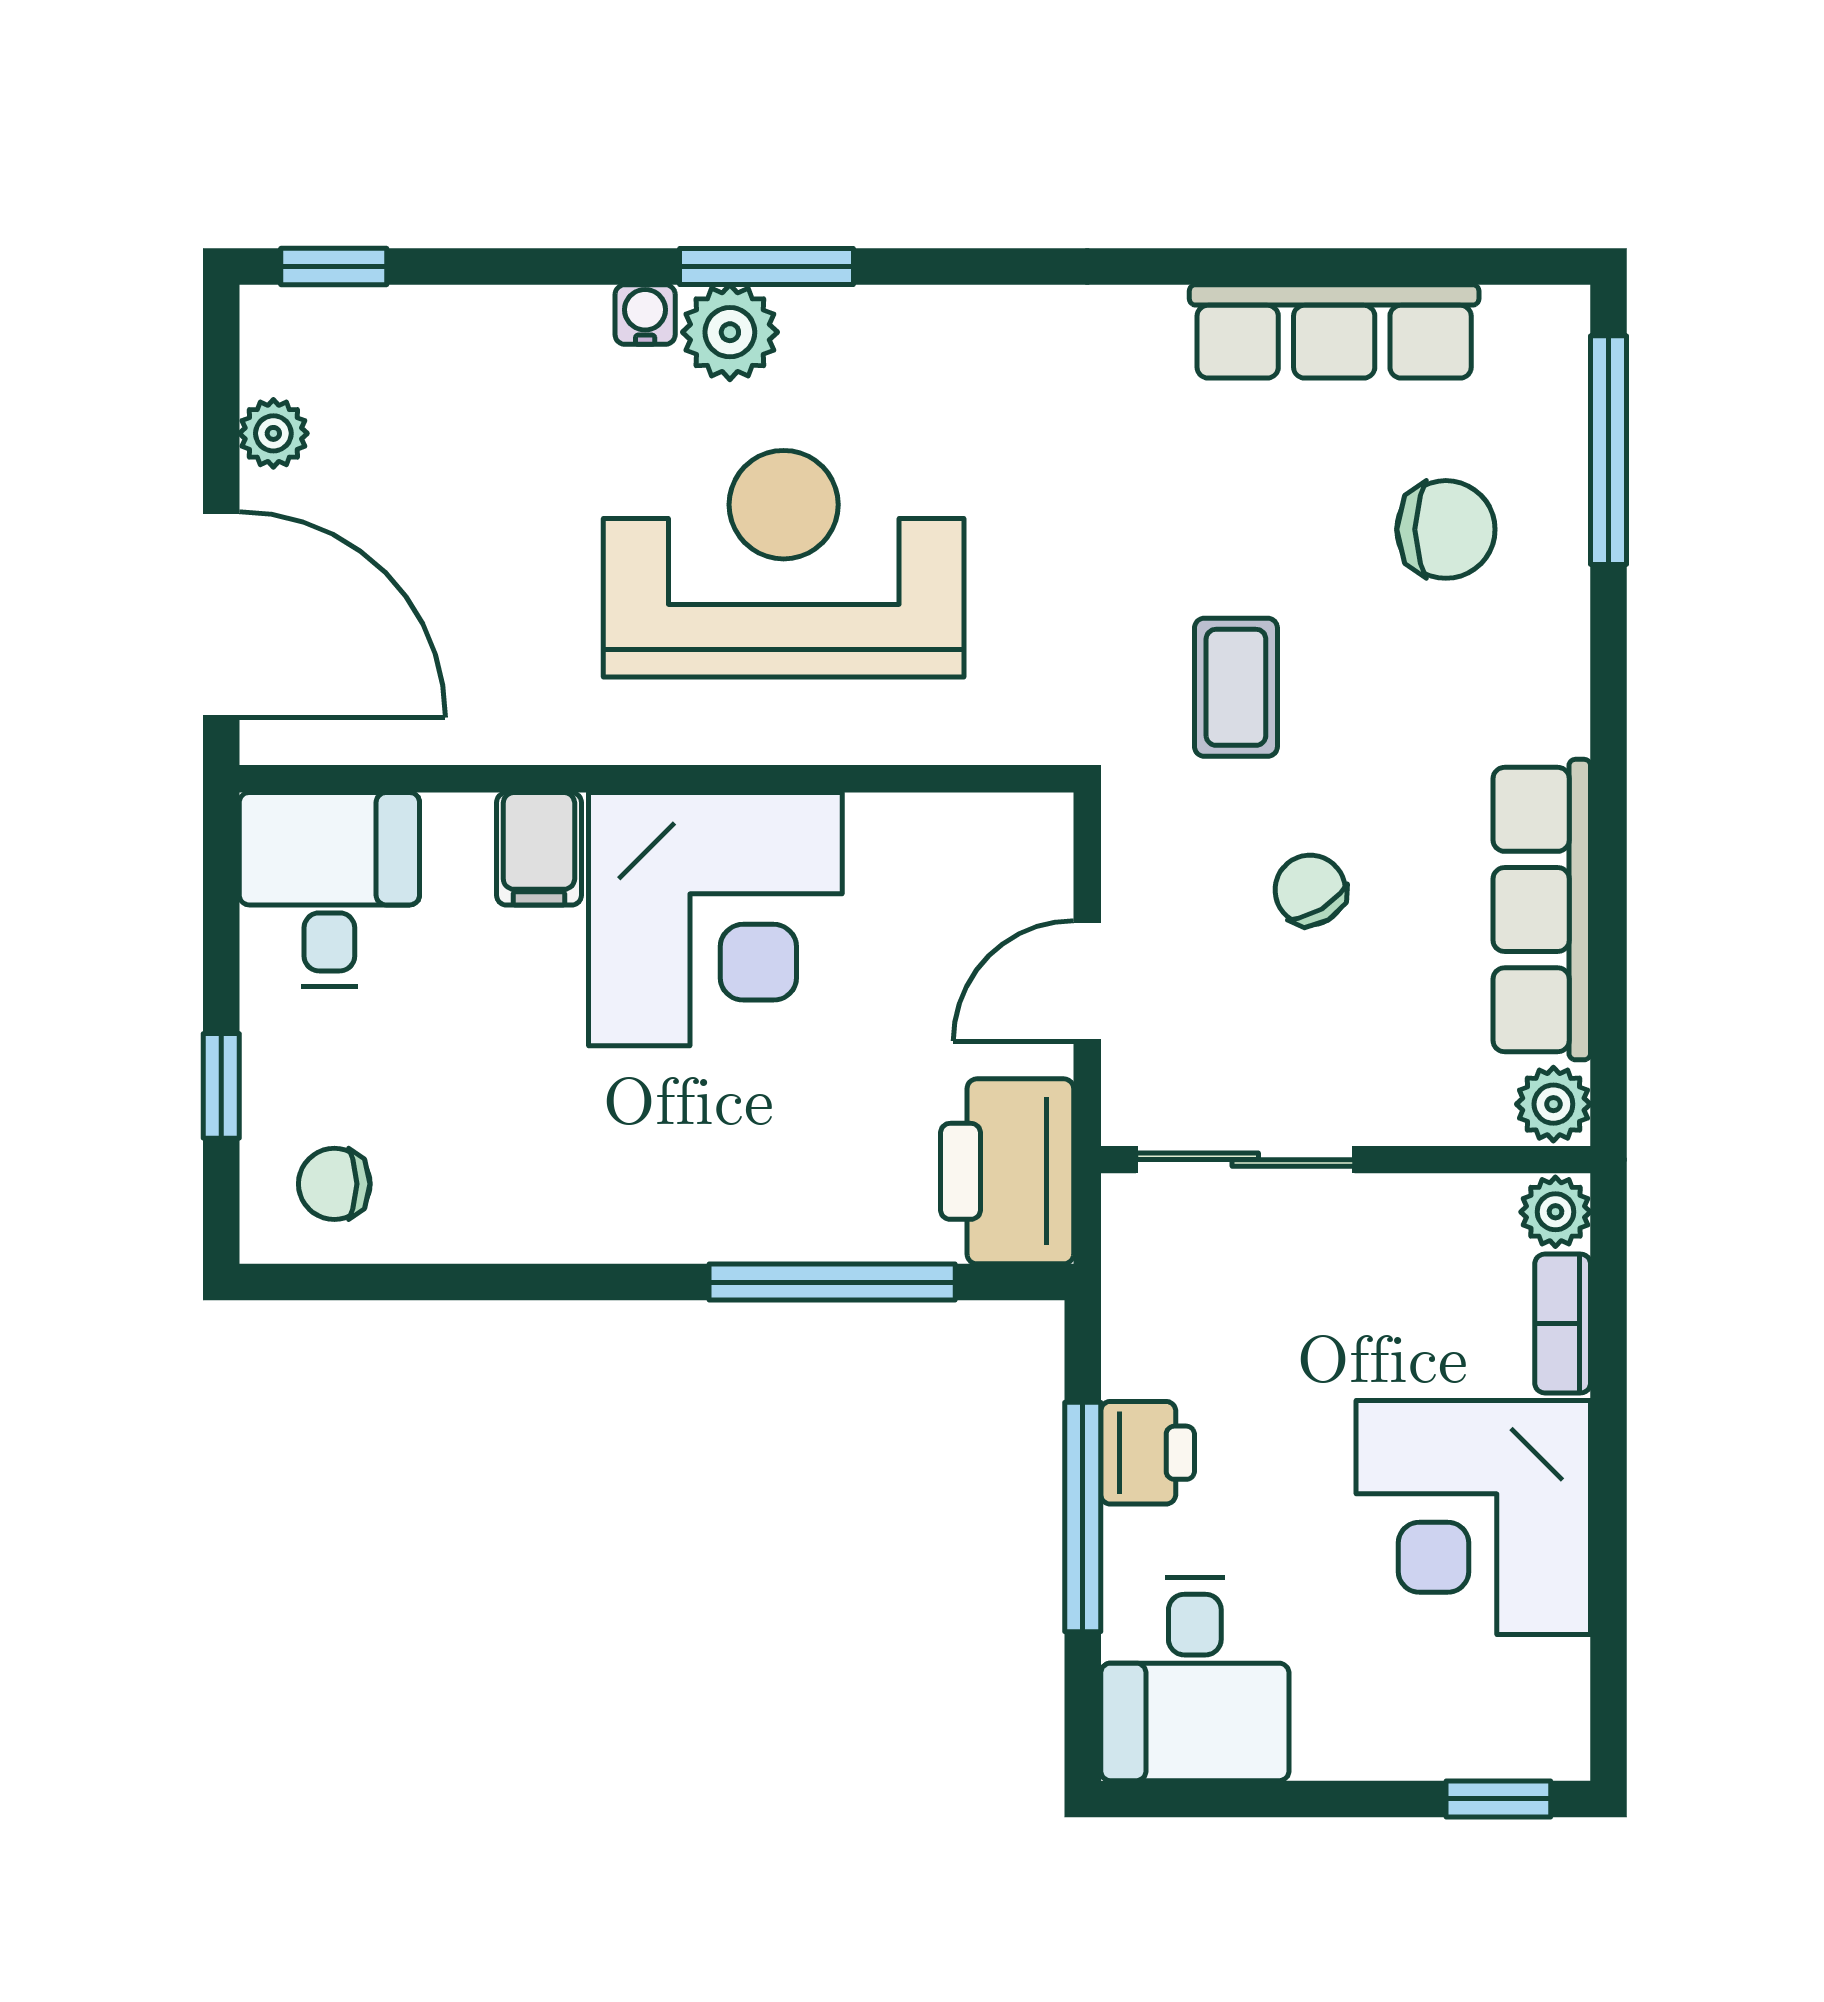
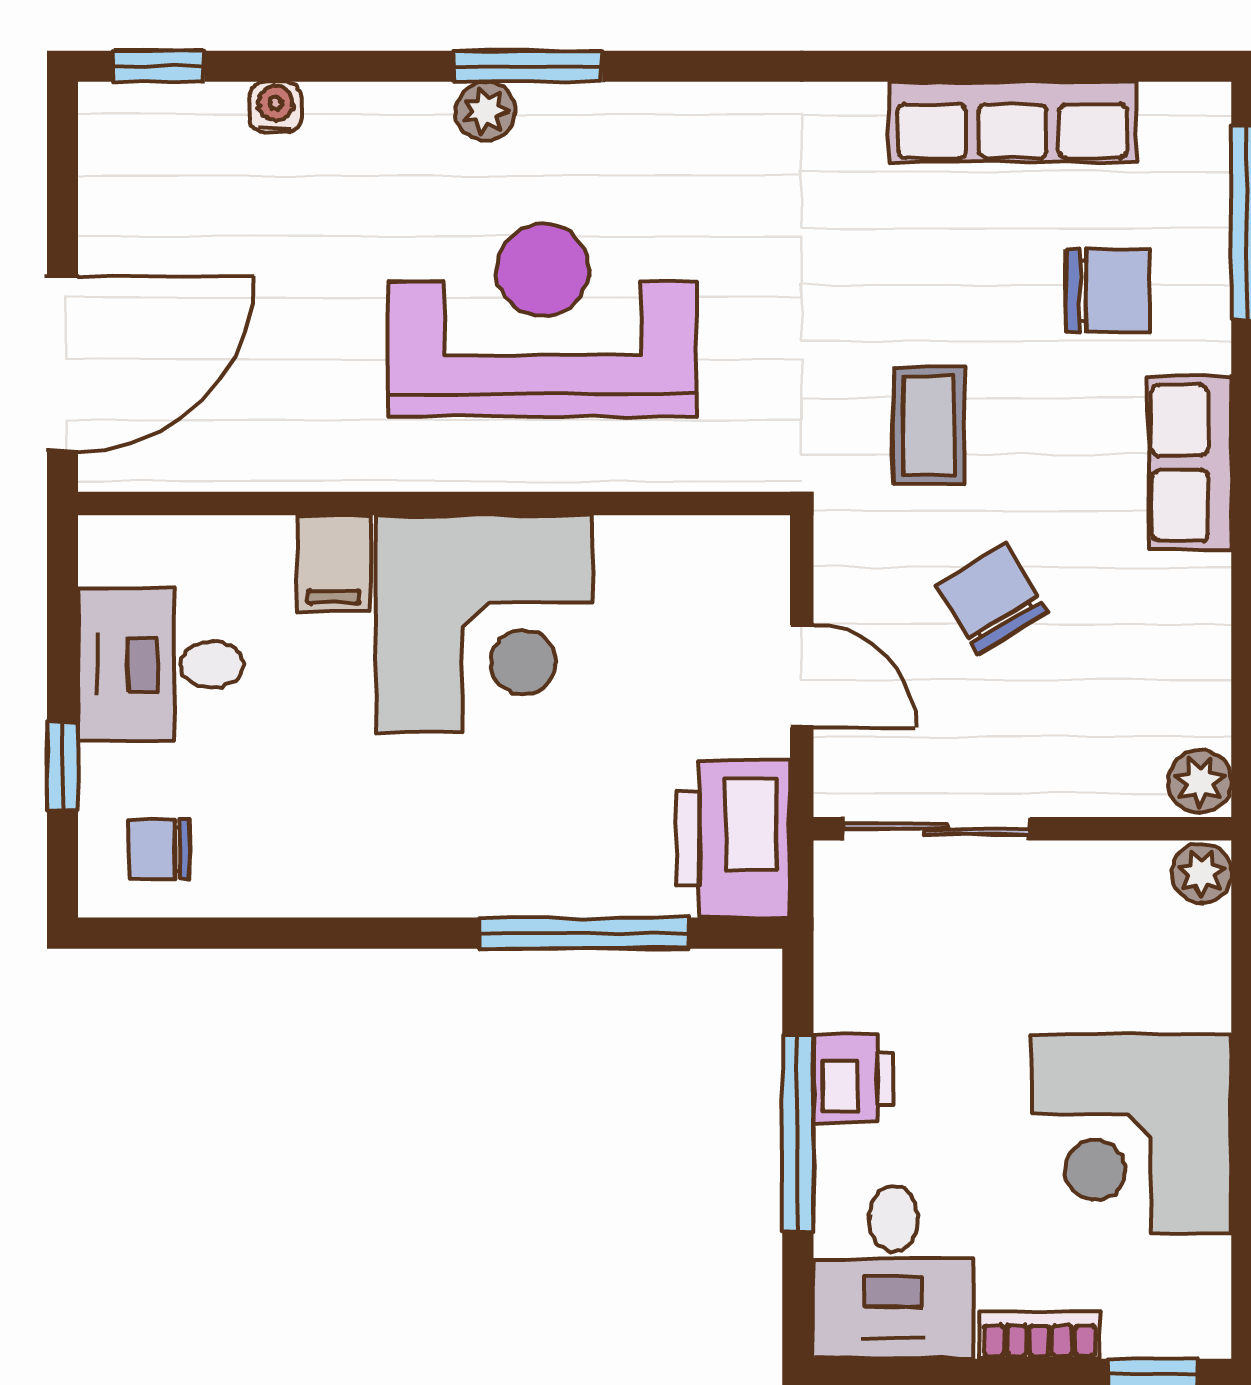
water cooler: (645, 315) -> (276, 107), moved
plant: (730, 332) -> (486, 111), width x0.73, depth x0.73
plant: (273, 433) -> (107, 209), removed
door: (221, 615) -> (63, 363), hinge flipped
desk: (329, 889) -> (161, 665), moved, turned -90
chair: (1310, 890) -> (992, 598), width x1.37, depth x1.37
row of seats: (1542, 910) -> (1190, 463), moved, width x0.68
door: (1087, 981) -> (802, 676), swing flipped
bookcase: (1563, 1323) -> (1039, 1335), moved, turned 90

